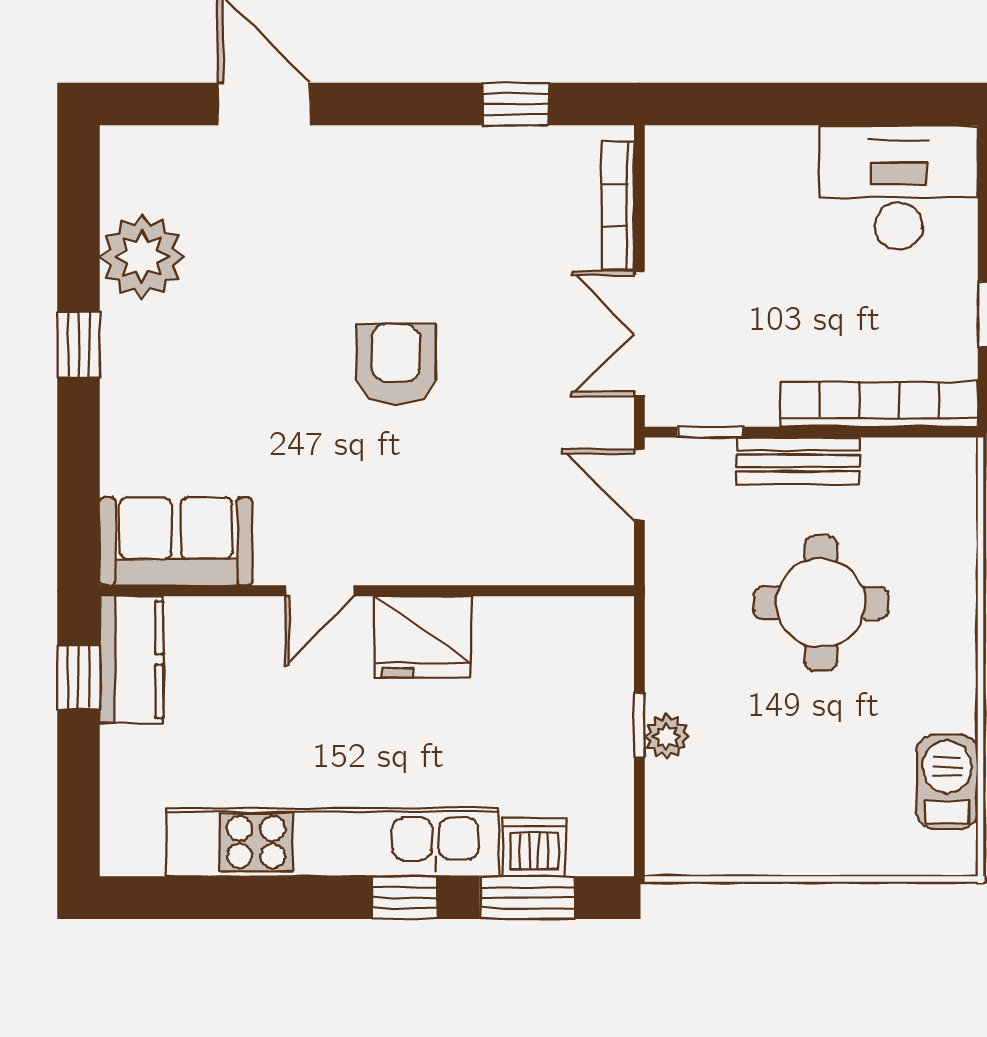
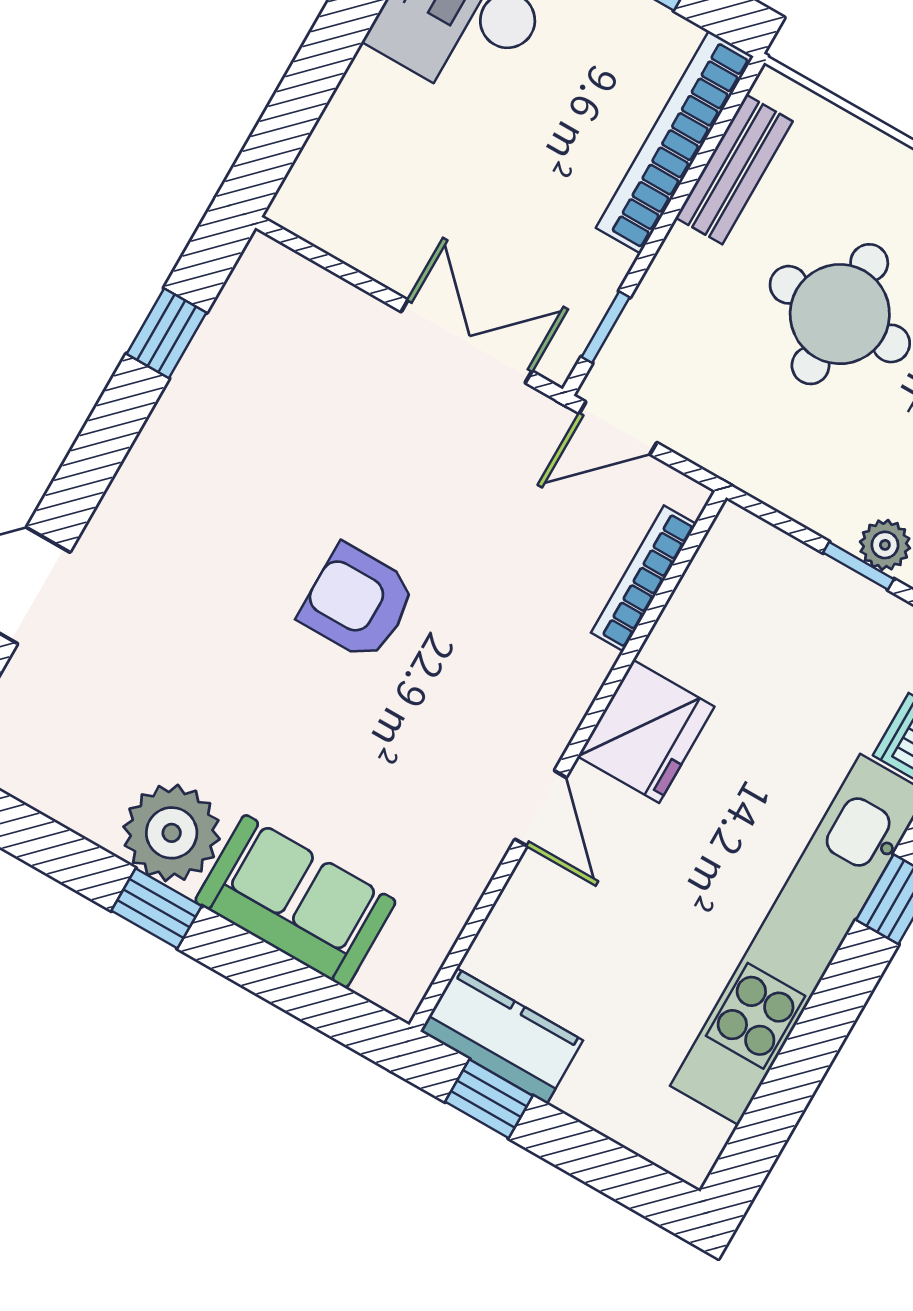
bookcase: (618, 205) -> (644, 578), moved, turned 90
plant: (142, 257) -> (172, 833), moved
double door: (639, 334) -> (467, 341), swing flipped
bench: (798, 461) -> (734, 169), moved
sofa: (176, 541) -> (295, 901), moved, turned 90

